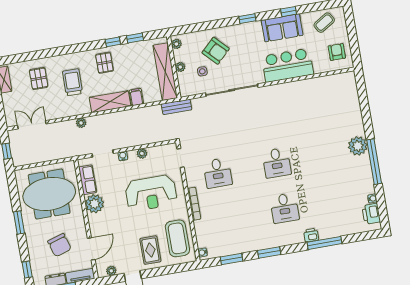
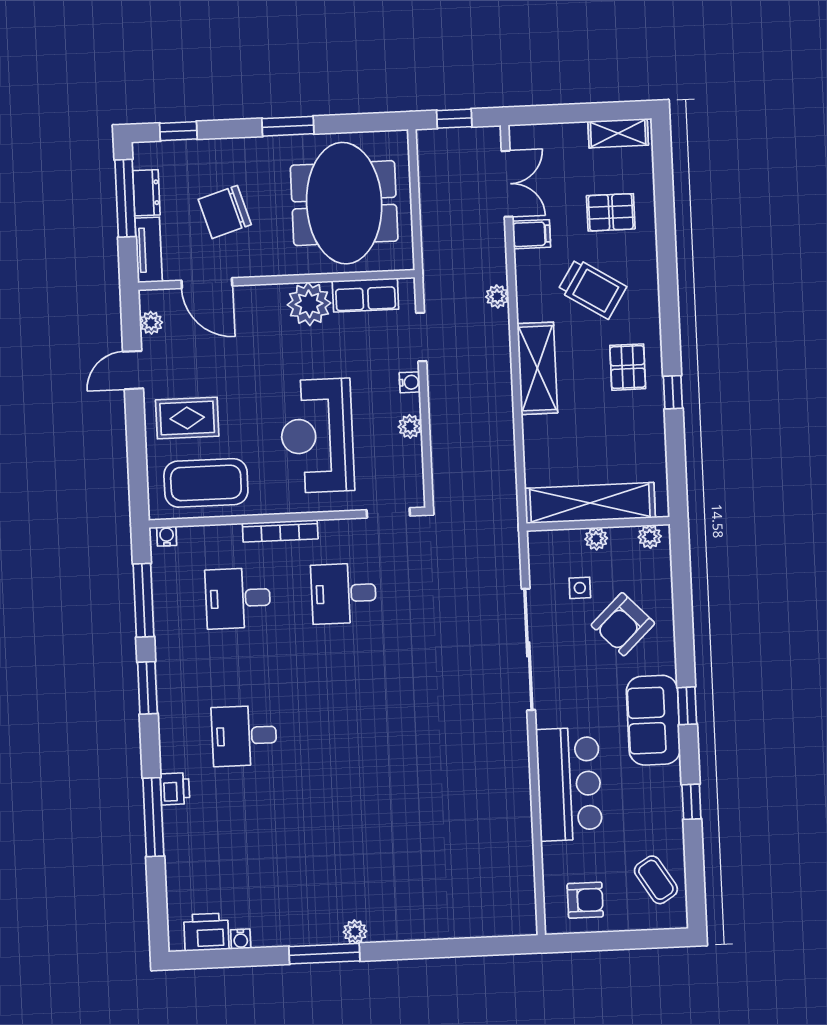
sofa: (282, 28) -> (653, 720), moved
window: (135, 38) -> (675, 444), removed
pallet: (104, 63) -> (628, 367), turned 90
trolley: (73, 82) -> (592, 289), turned 31
filing cabinet: (136, 97) -> (531, 234), moved
bench: (177, 107) -> (506, 519), removed
plant: (358, 146) -> (355, 932), width x0.53, depth x0.53
window: (374, 162) -> (324, 954), width x0.68
desk: (277, 163) -> (238, 598), moved
window: (231, 259) -> (143, 600), width x1.44

